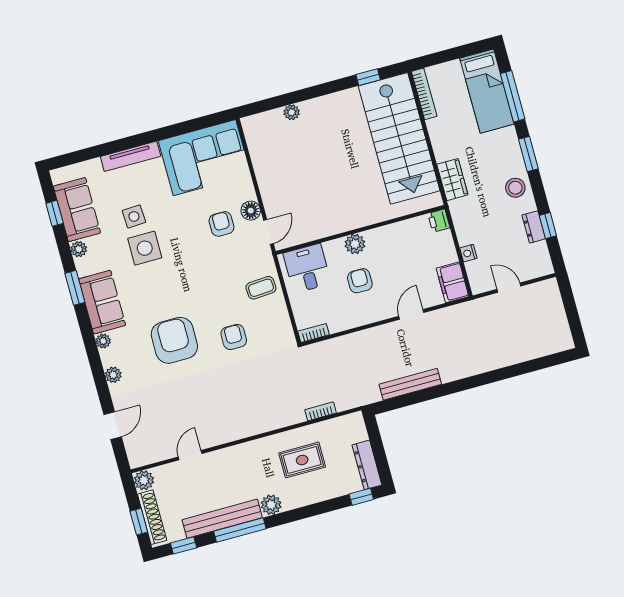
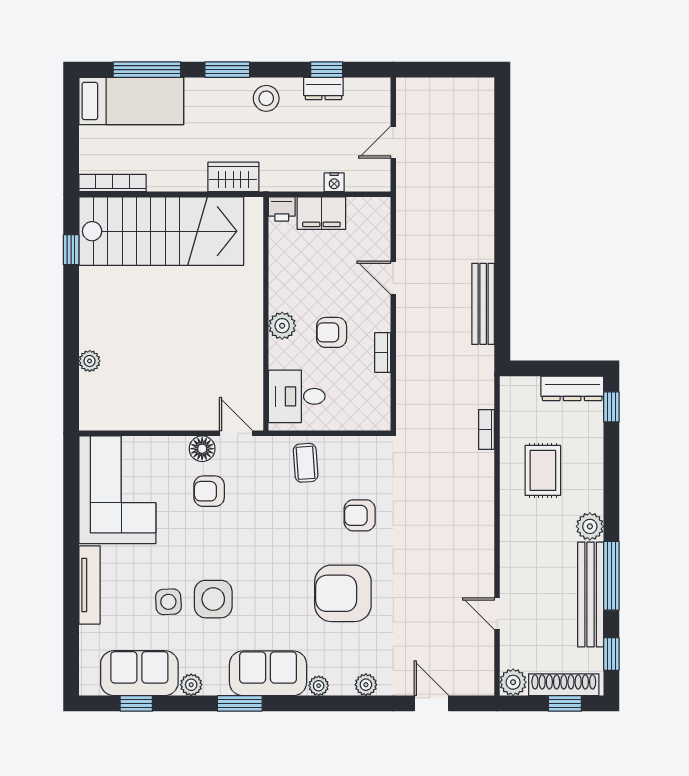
filing cabinet: (453, 282) -> (321, 213), moved
bookcase: (313, 333) -> (383, 352), moved

